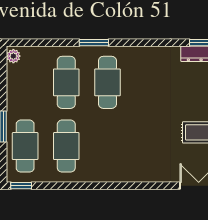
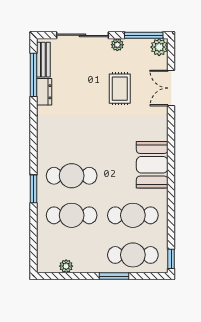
plant: (13, 56) -> (66, 266), moved
booth: (119, 166) -> (152, 165), added

